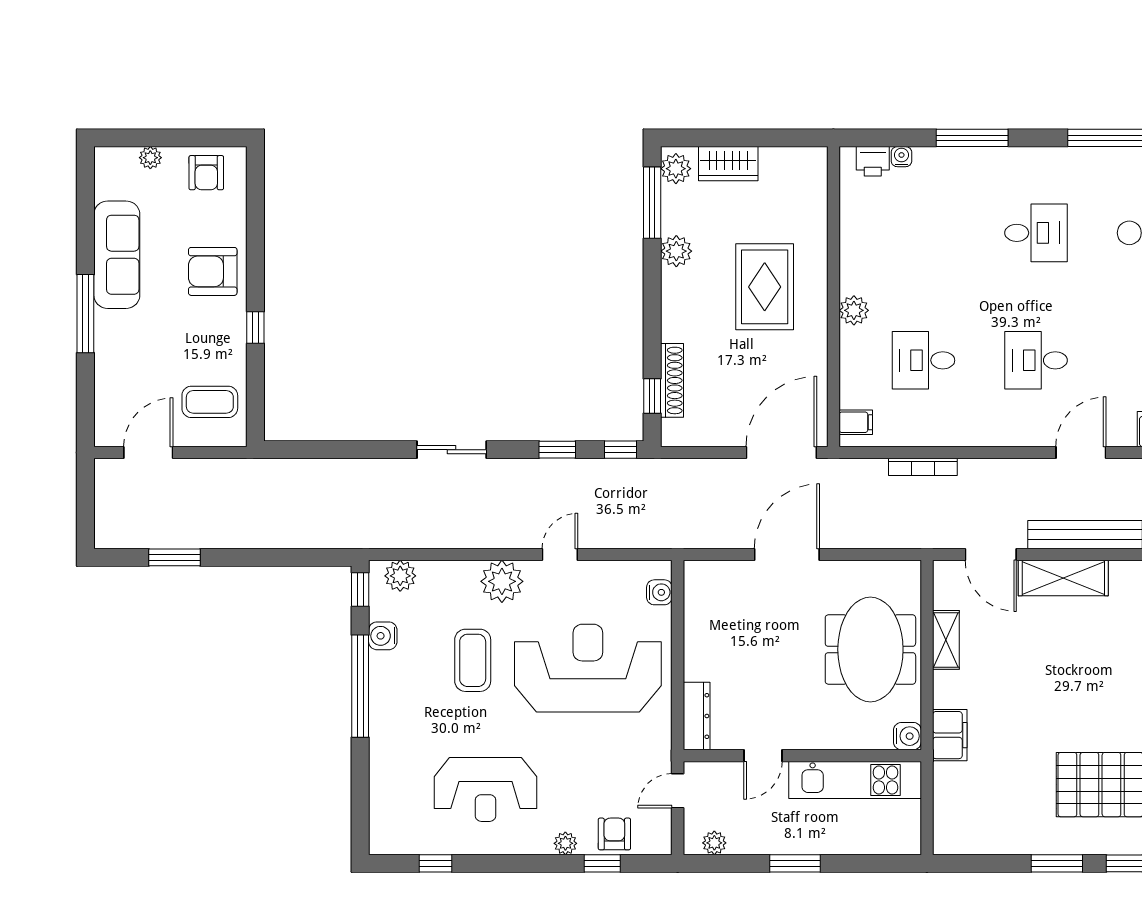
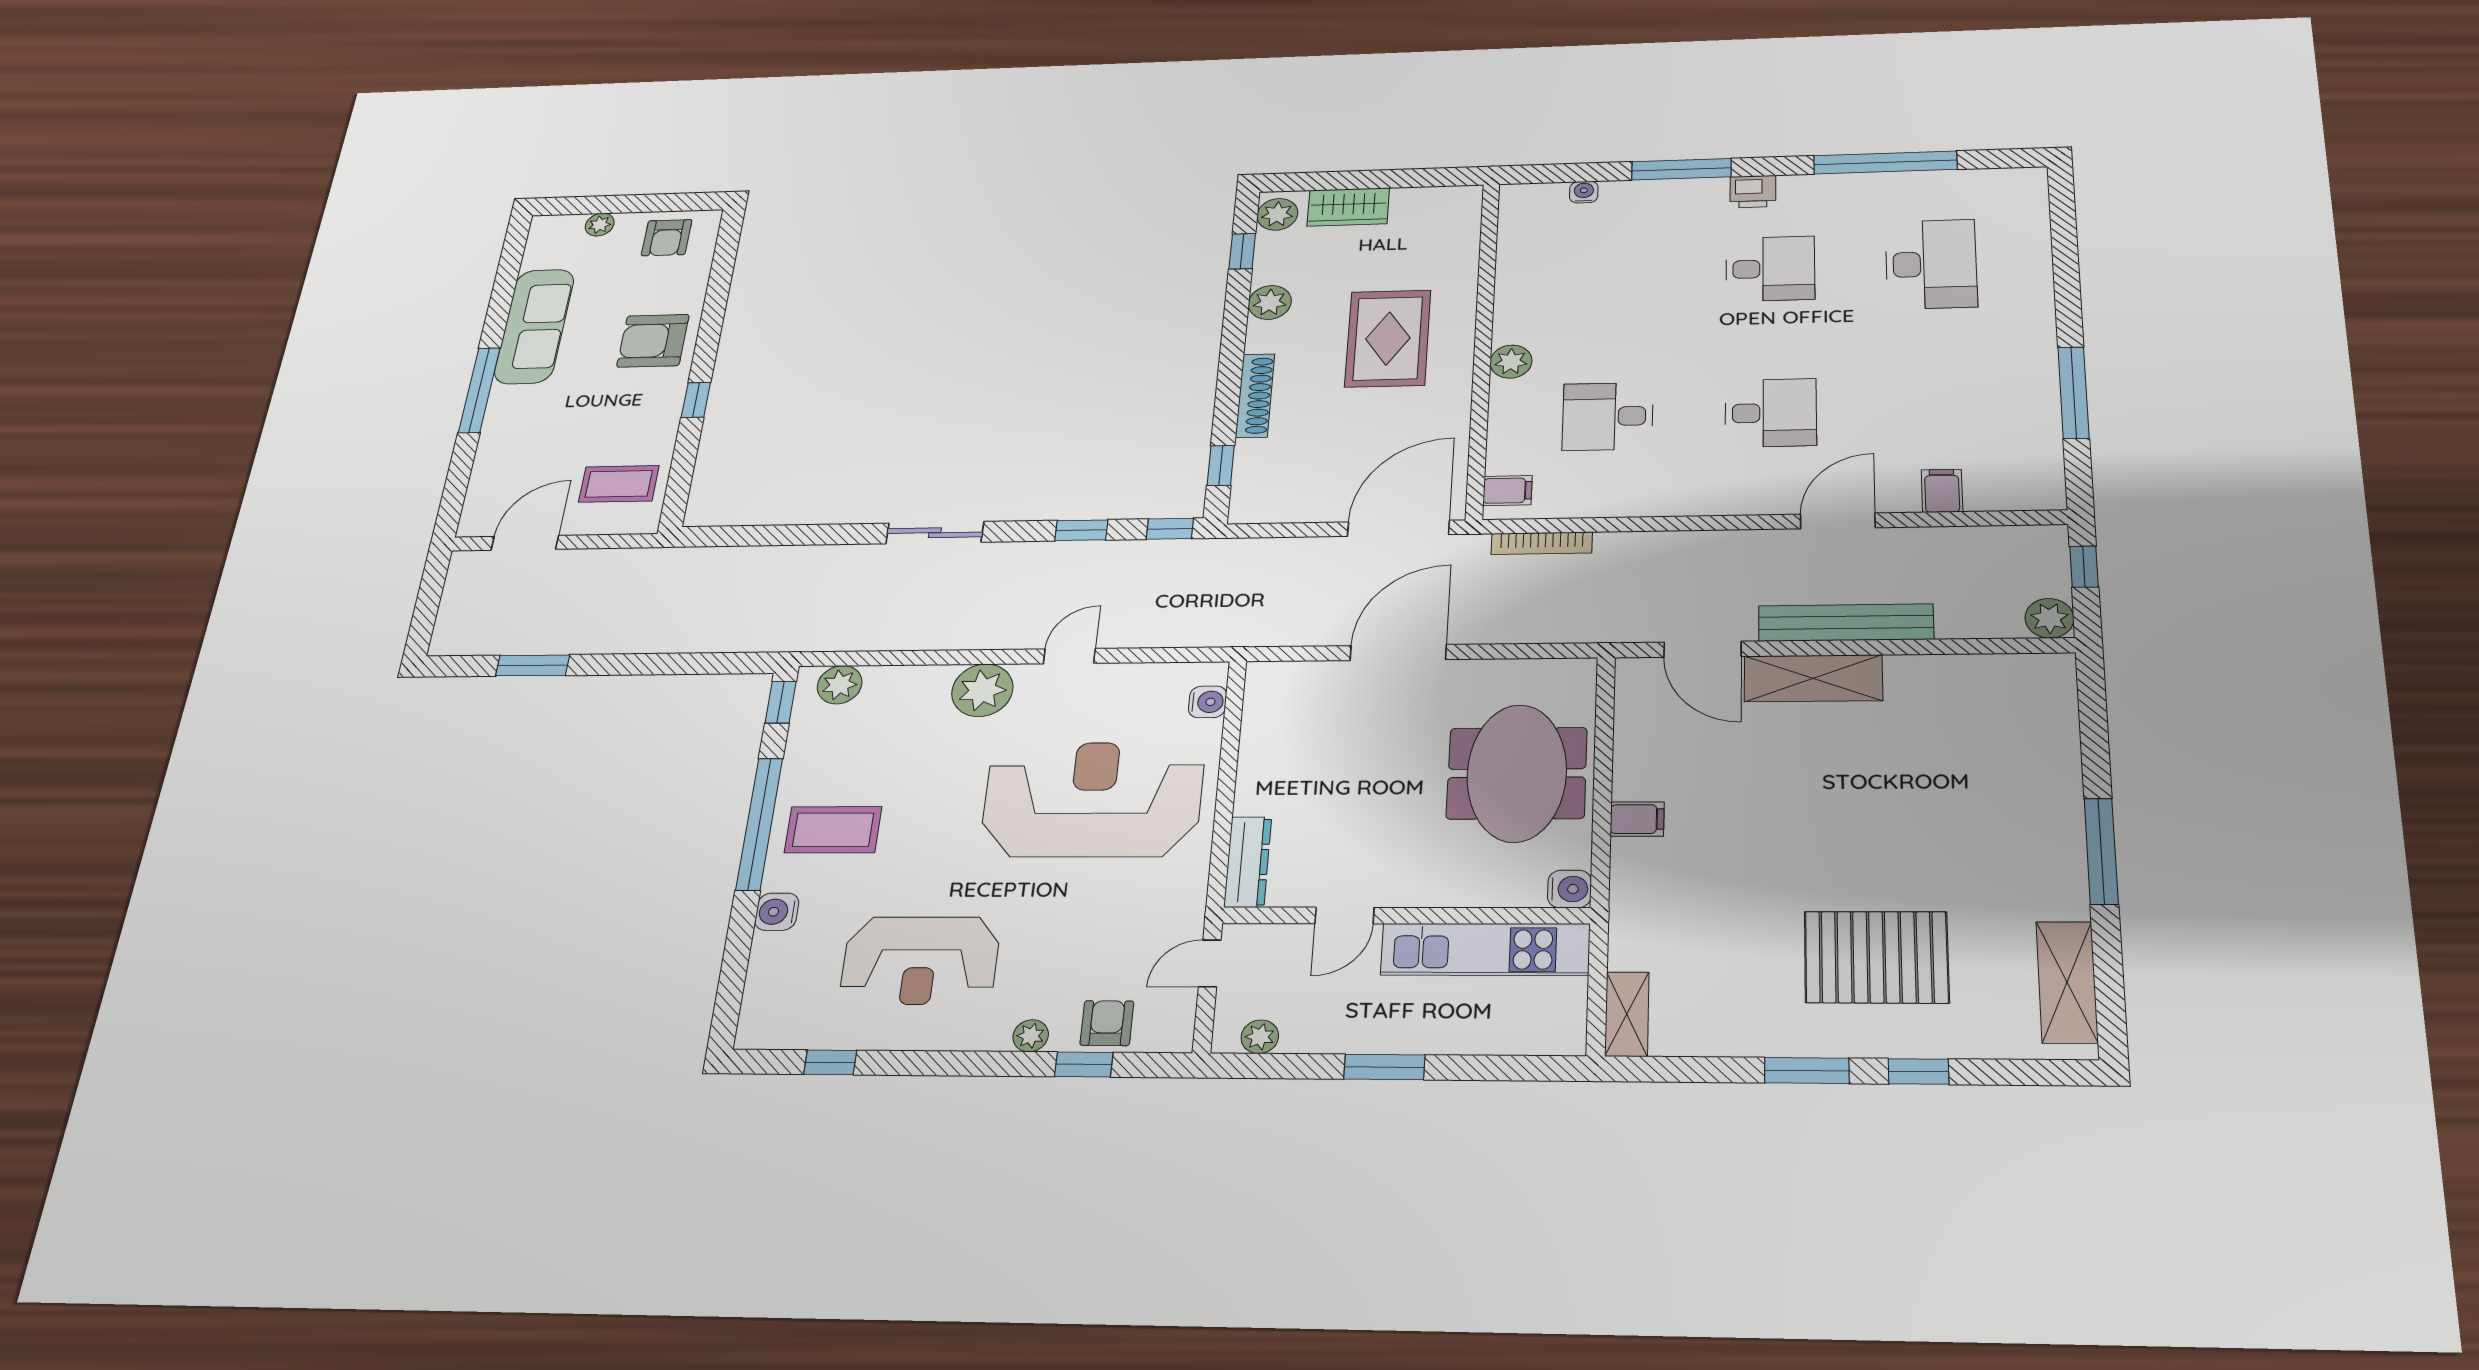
printer: (873, 161) -> (1753, 192), moved
window: (652, 203) -> (1242, 251), width x0.46
desk: (1036, 360) -> (1771, 413), turned 180
shoe rack: (672, 380) -> (1255, 396), moved
bookcase: (923, 467) -> (1542, 543), moved
water cooler: (383, 636) -> (777, 912), moved
shelving: (946, 640) -> (1627, 1014), moved
coffee table: (473, 660) -> (833, 830), moved, turned 90
filing cabinet: (950, 735) -> (1637, 819), moved, width x0.50

